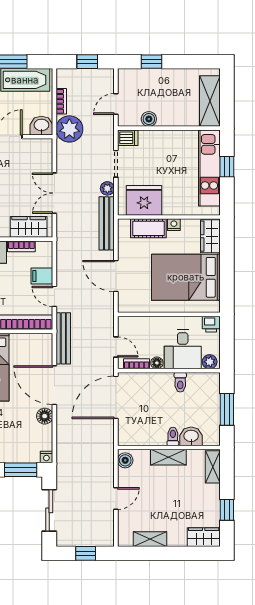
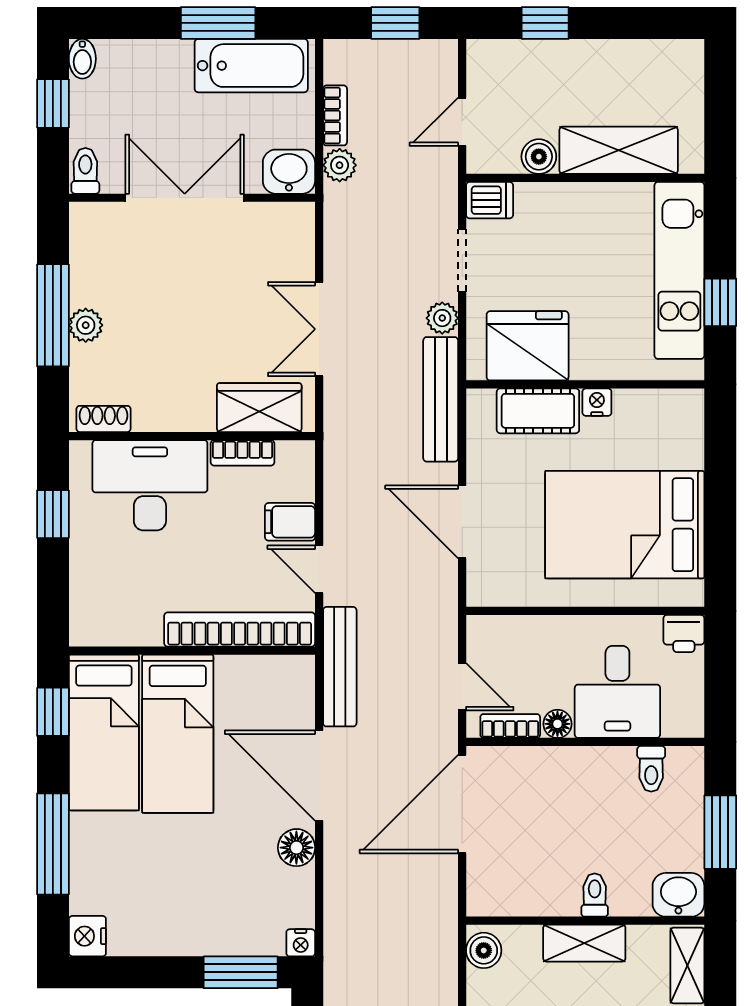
shelving: (210, 101) -> (619, 150), moved, turned 90
plant: (69, 129) -> (340, 165), width x0.53, depth x0.53
window: (227, 167) -> (720, 302), moved
wardrobe: (210, 236) -> (682, 429), removed
plant: (210, 362) -> (680, 721), removed
toilet: (180, 382) -> (651, 769), moved
washbasin: (191, 436) -> (678, 895), moved

